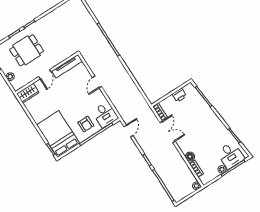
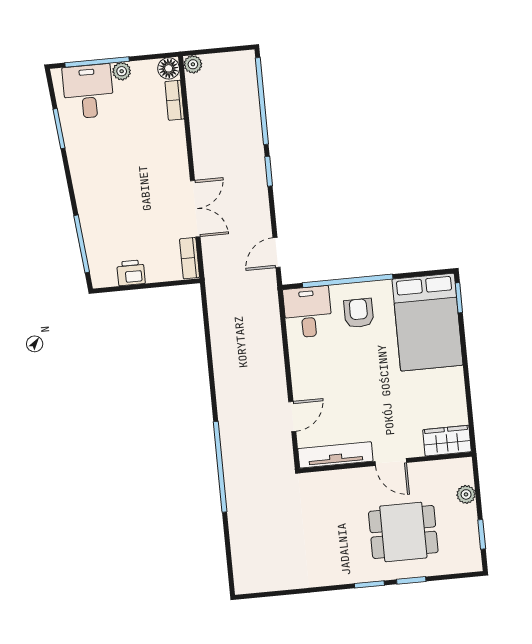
door: (45, 74) -> (391, 462), swing flipped
door: (97, 82) -> (292, 417), moved
double door: (168, 132) -> (195, 209), swing flipped
floor lamp: (190, 156) -> (169, 68), moved

